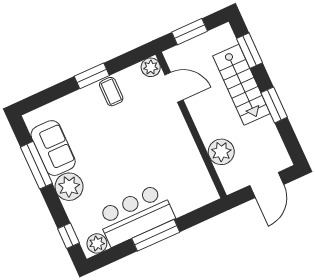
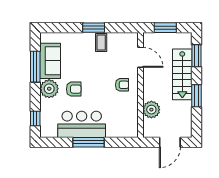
plant: (151, 67) -> (132, 39), removed
armchair: (166, 136) -> (122, 85), added
armchair: (103, 172) -> (74, 89), added
plant: (97, 243) -> (50, 131), removed

